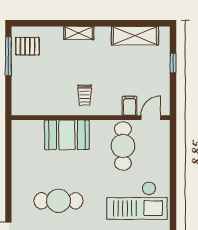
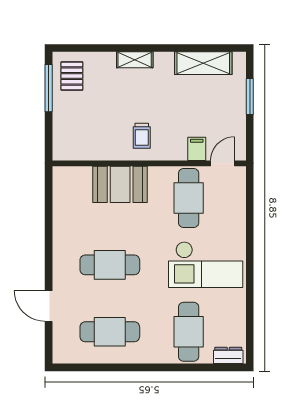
pallet: (27, 46) -> (72, 76), turned 90
window: (173, 63) -> (250, 96), width x1.50

